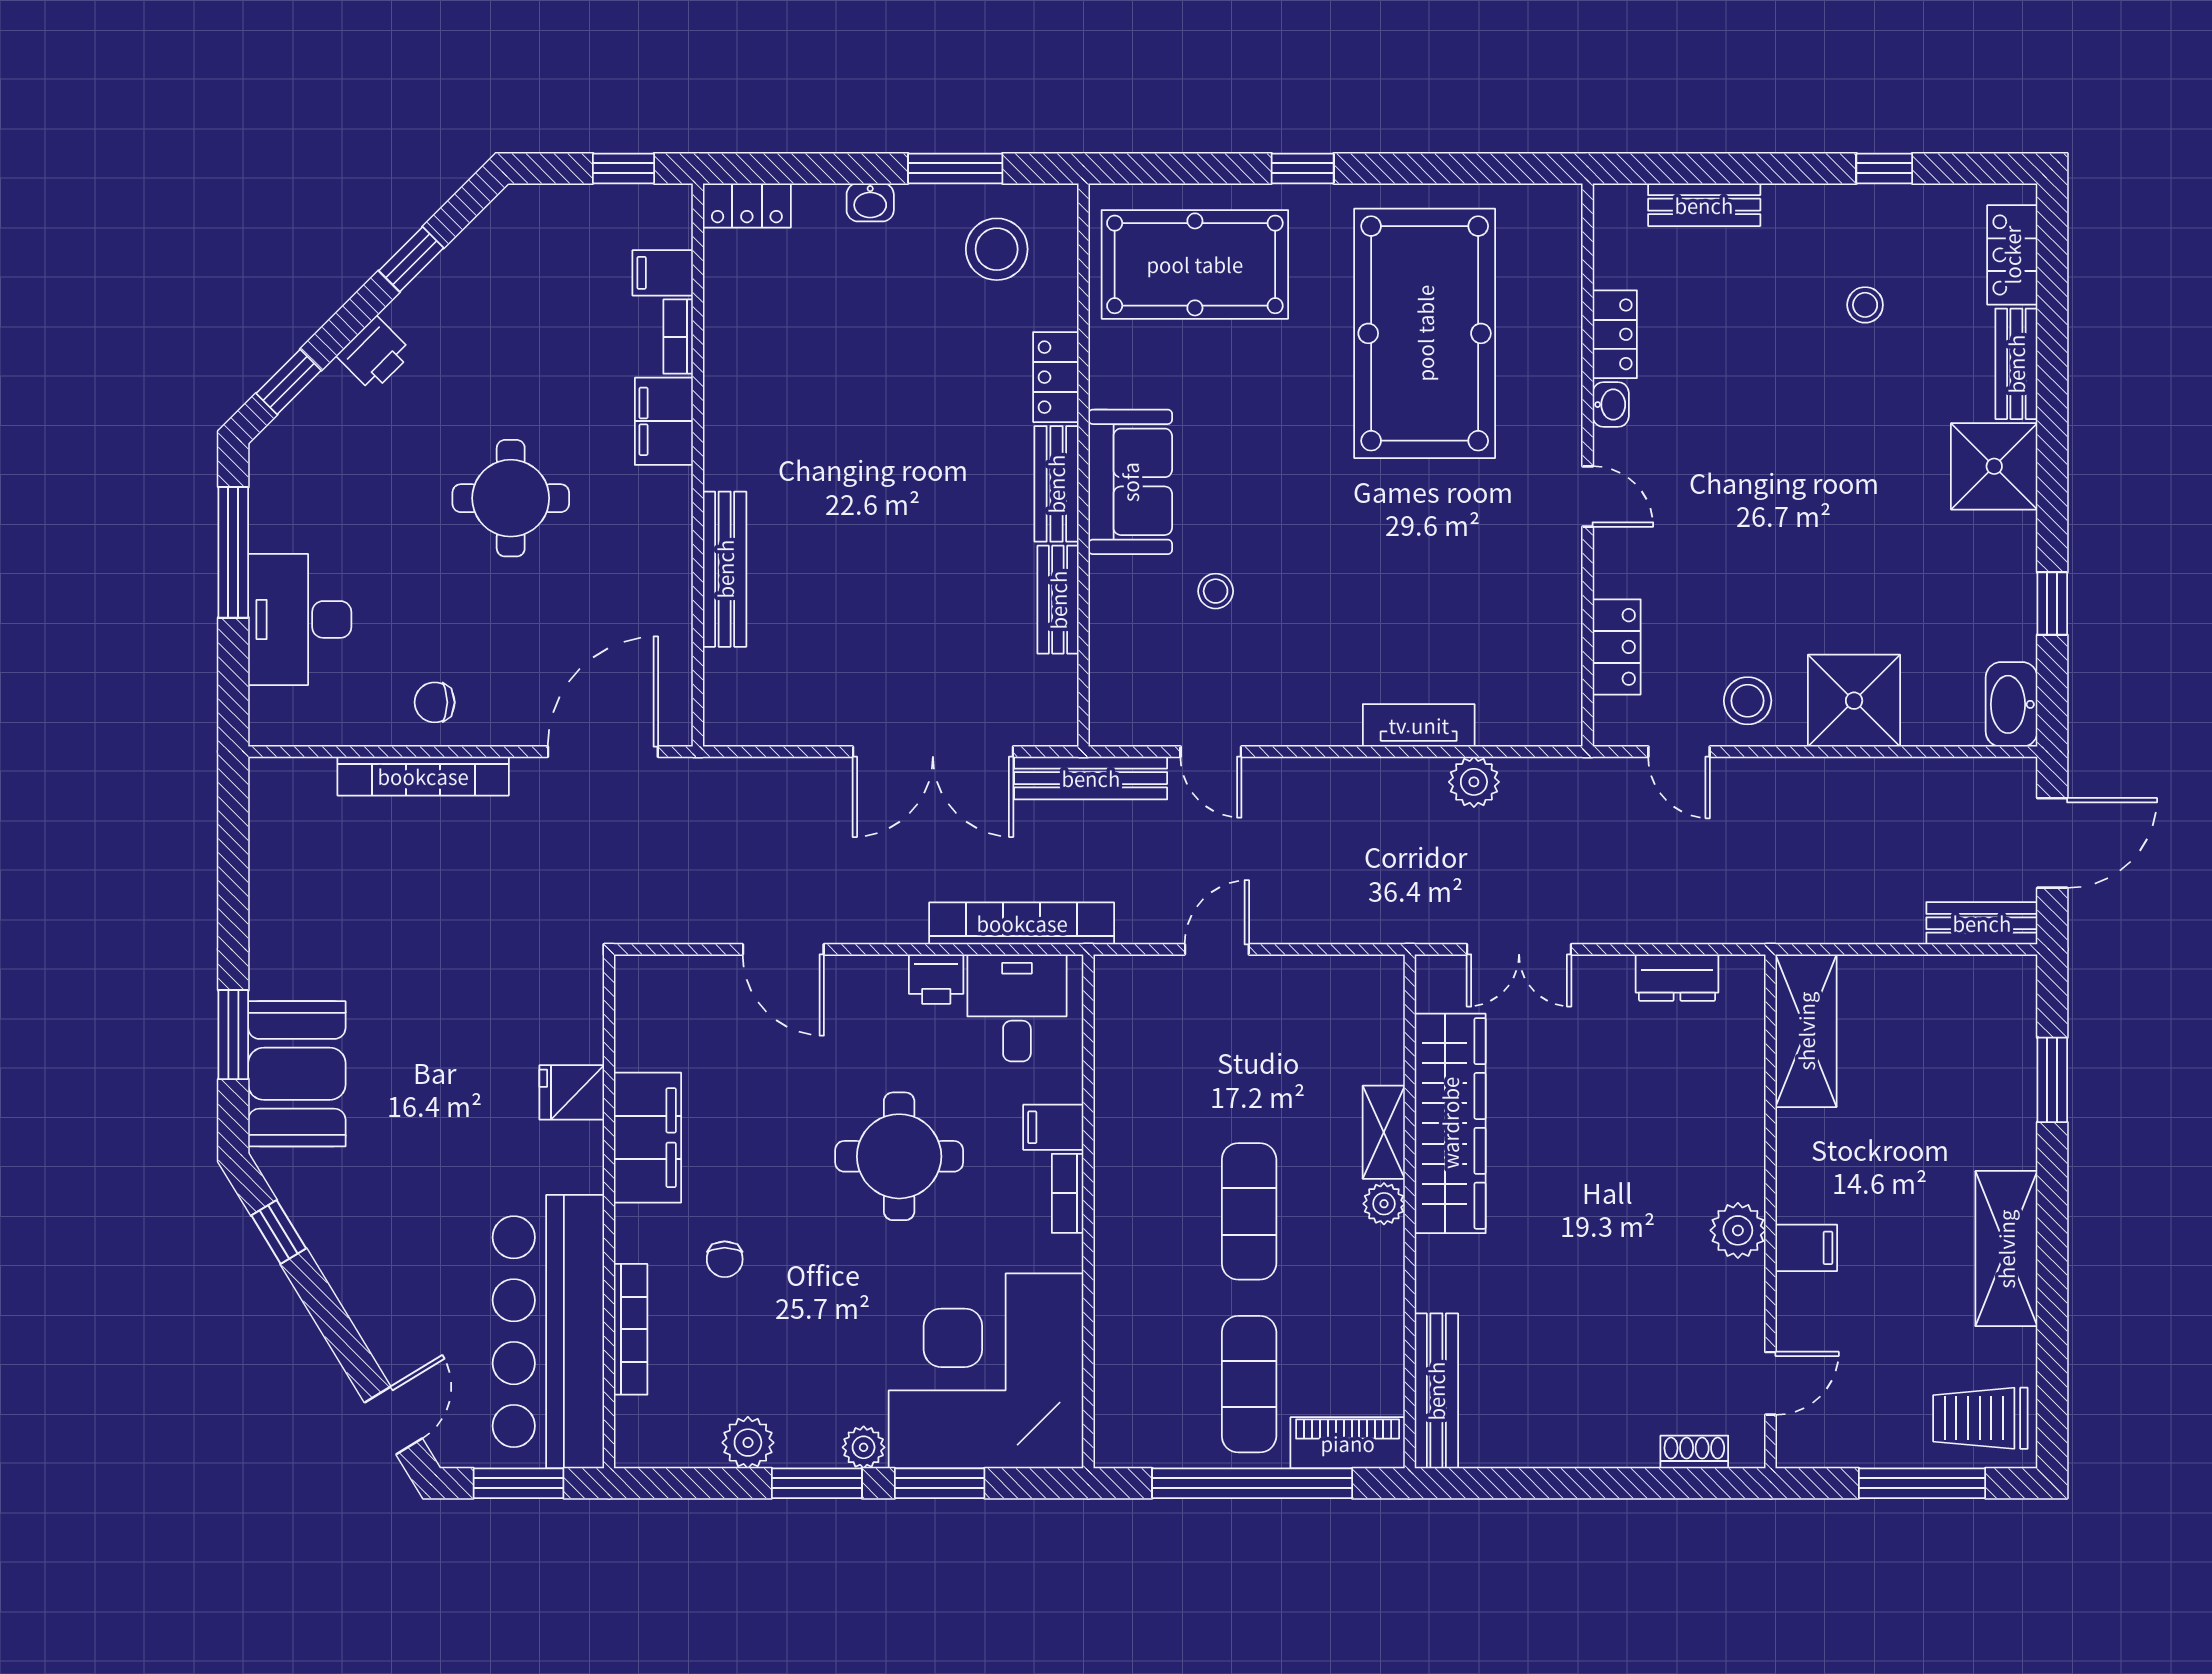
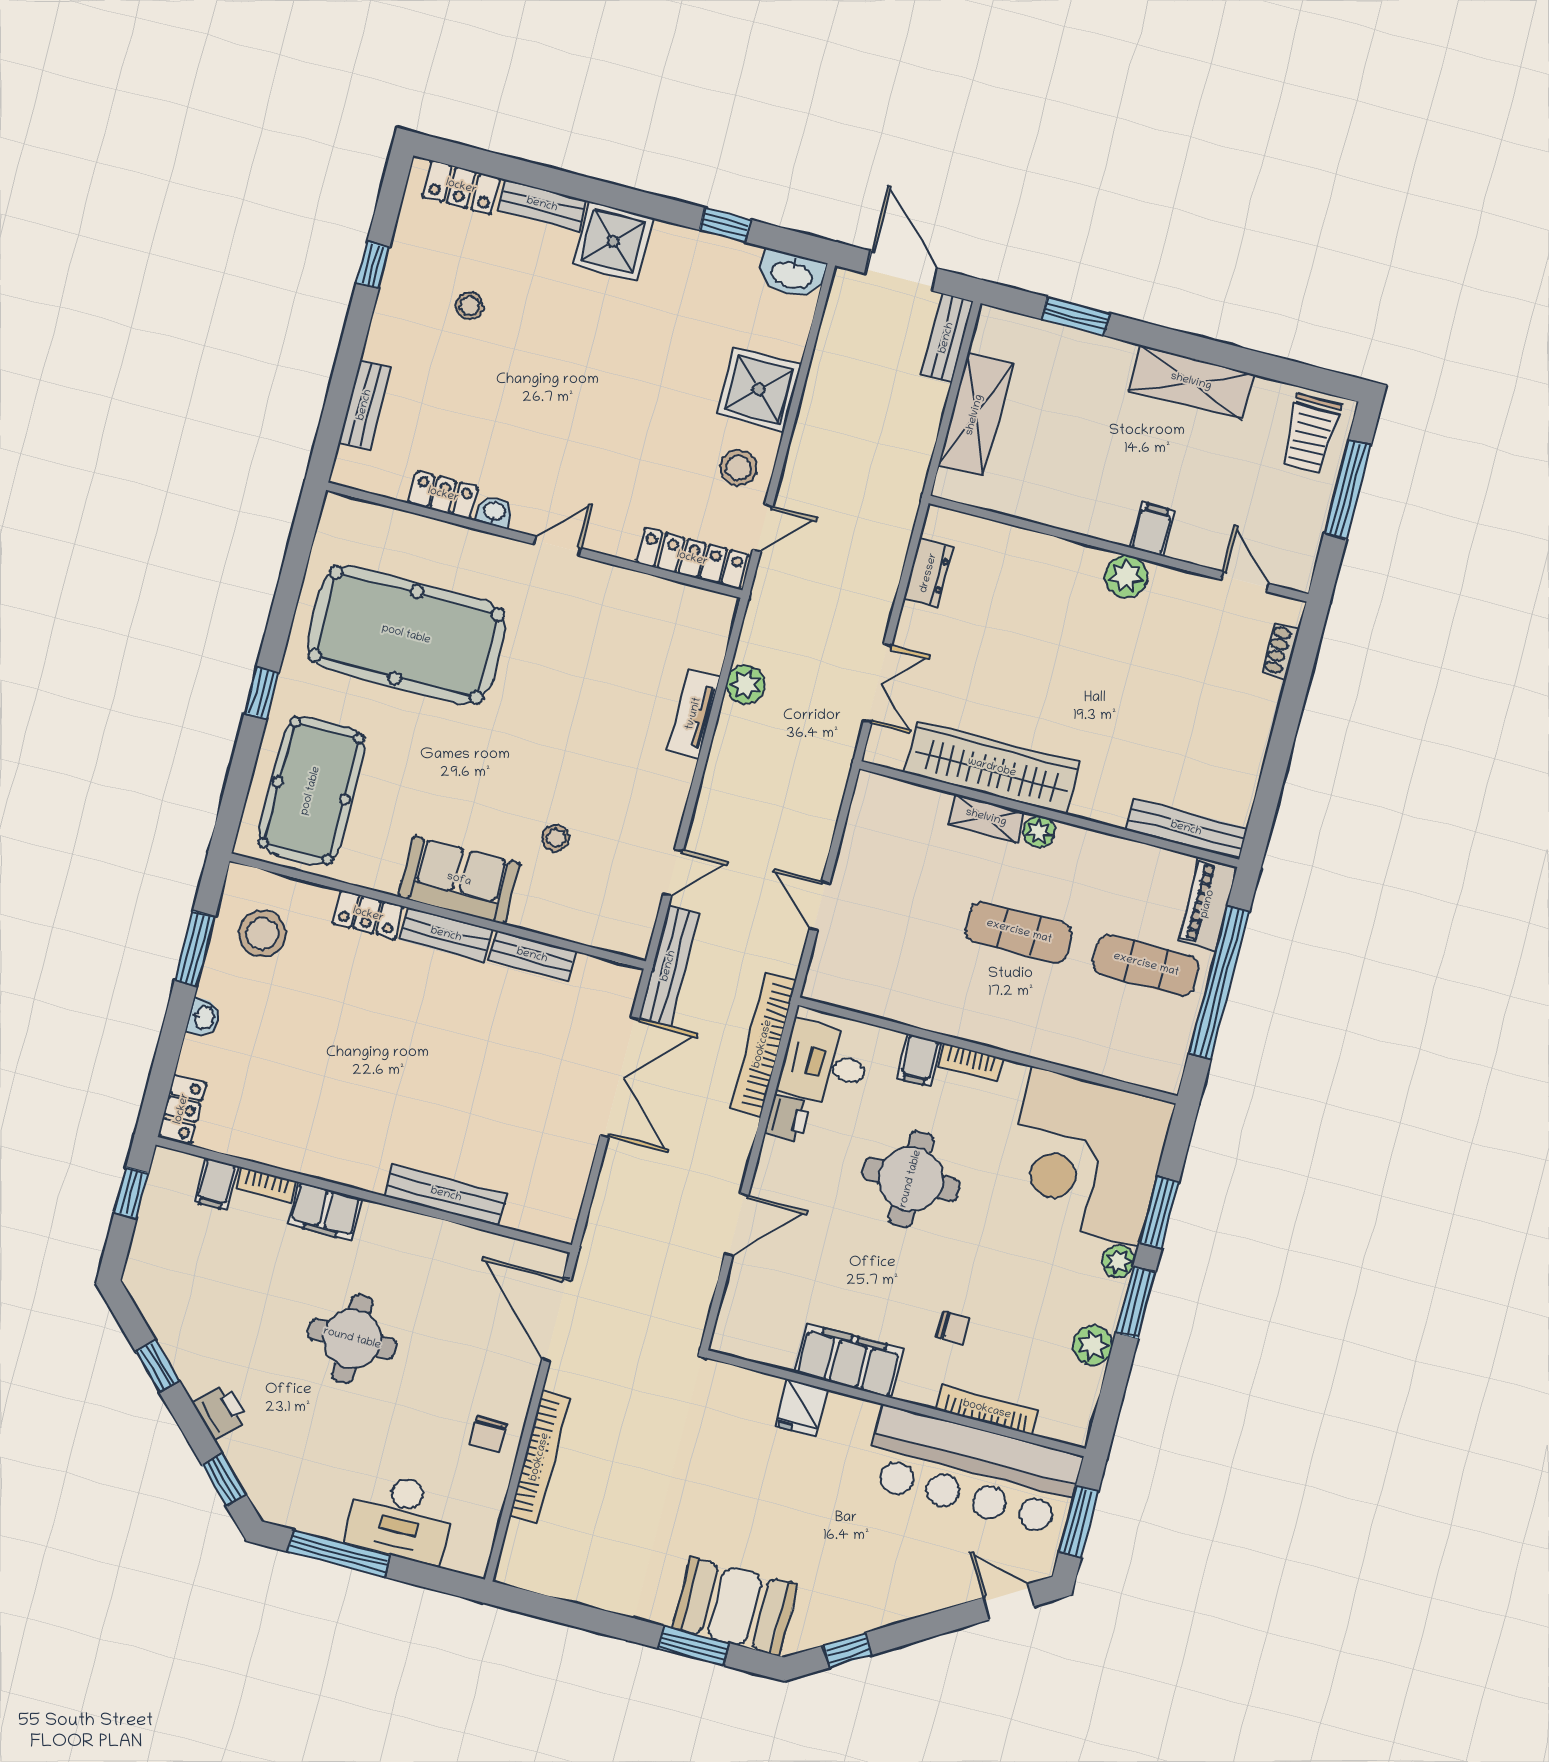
locker: (1617, 647) -> (692, 559), width x1.53
shelving: (1806, 1031) -> (975, 415), moved, turned 90

